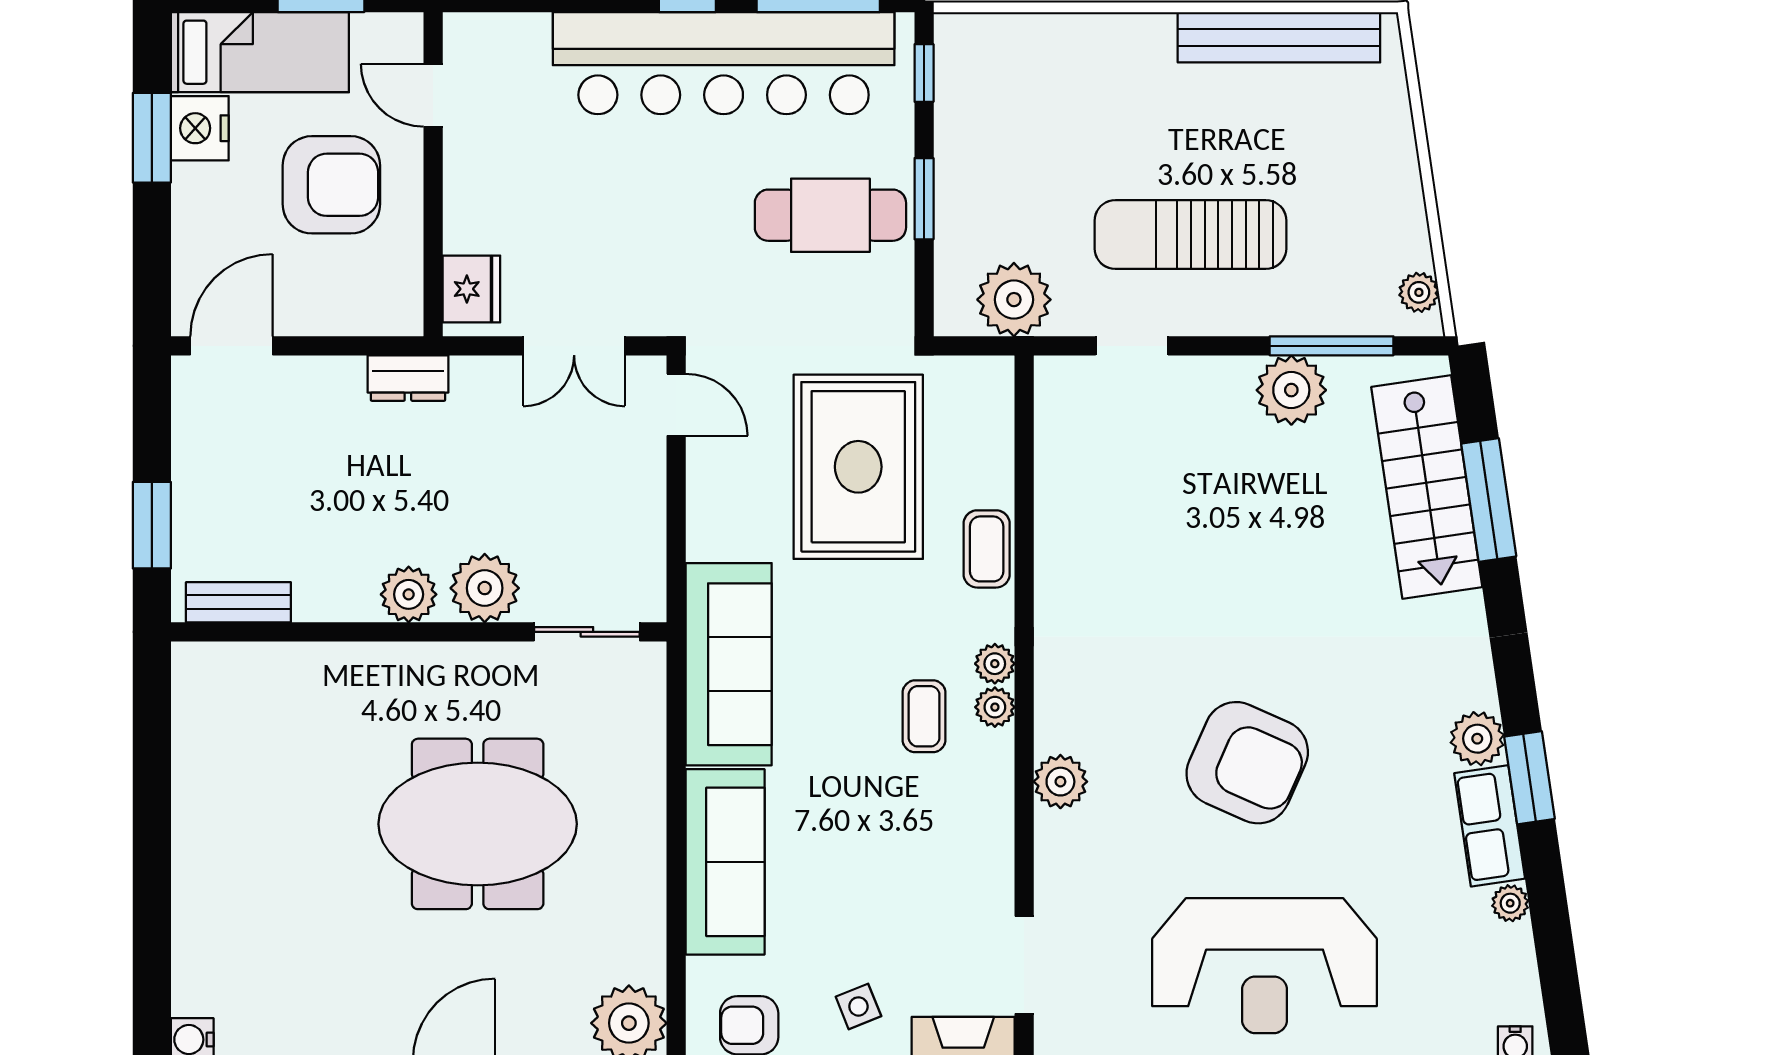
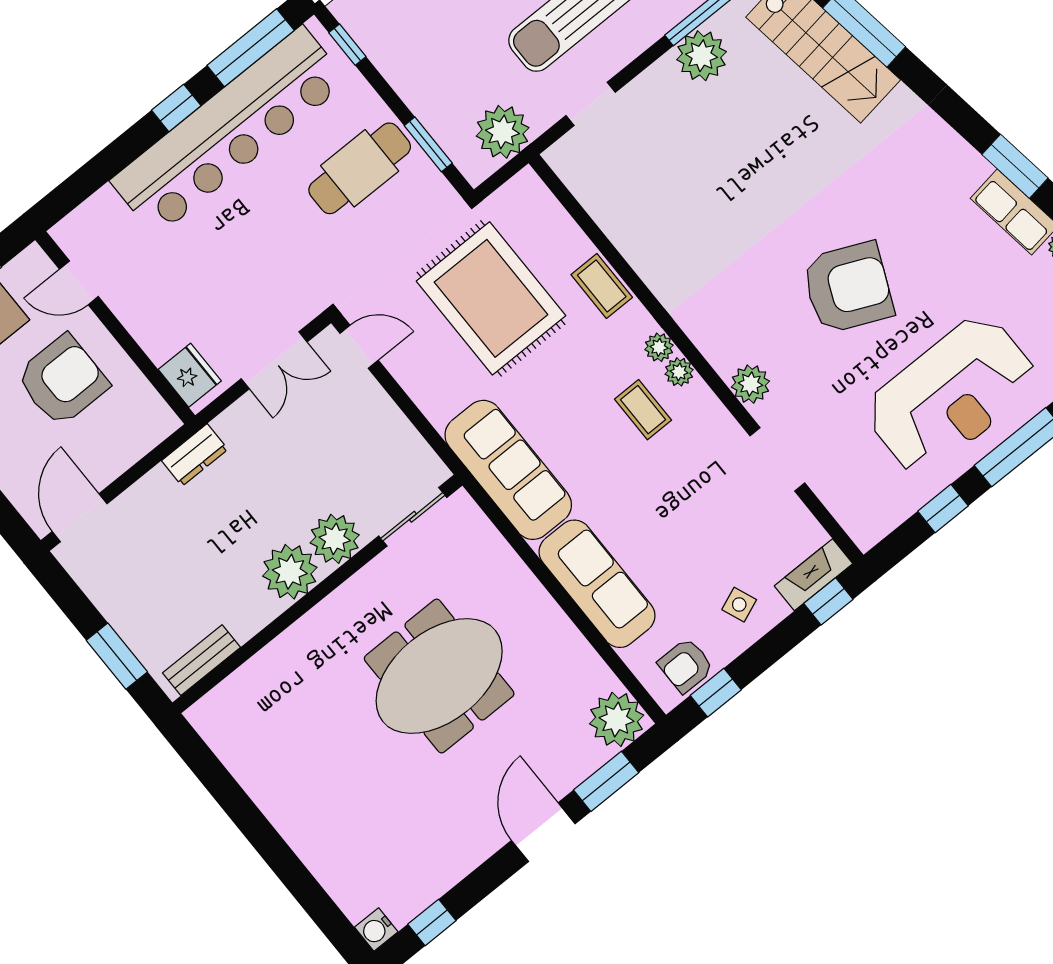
window: (924, 199) -> (428, 144), moved
plant: (409, 594) -> (290, 572), width x1.36, depth x1.36
plant: (1477, 739) -> (967, 168), removed
doorway: (1024, 965) -> (777, 459), moved

